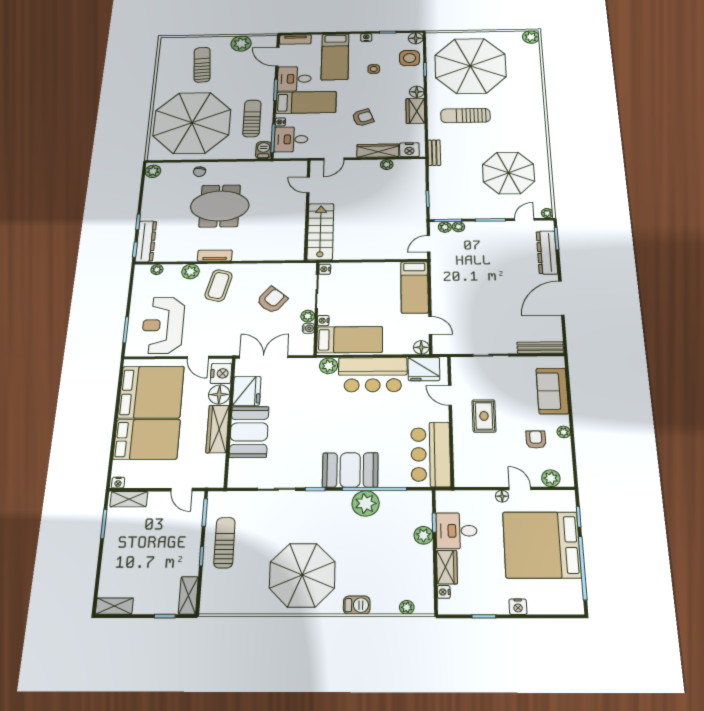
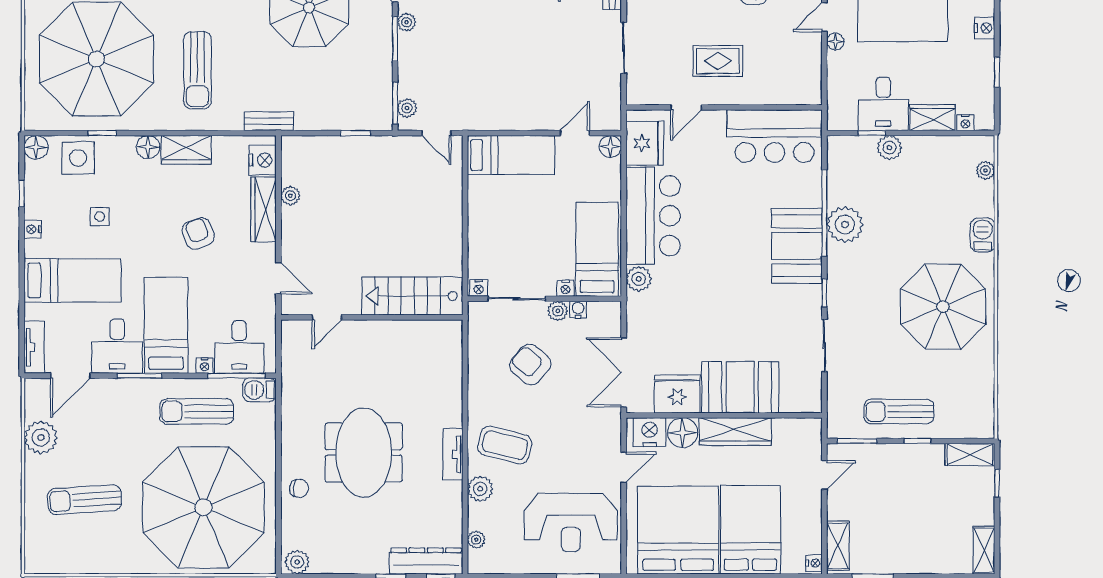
plant: (458, 227) -> (407, 22), moved

